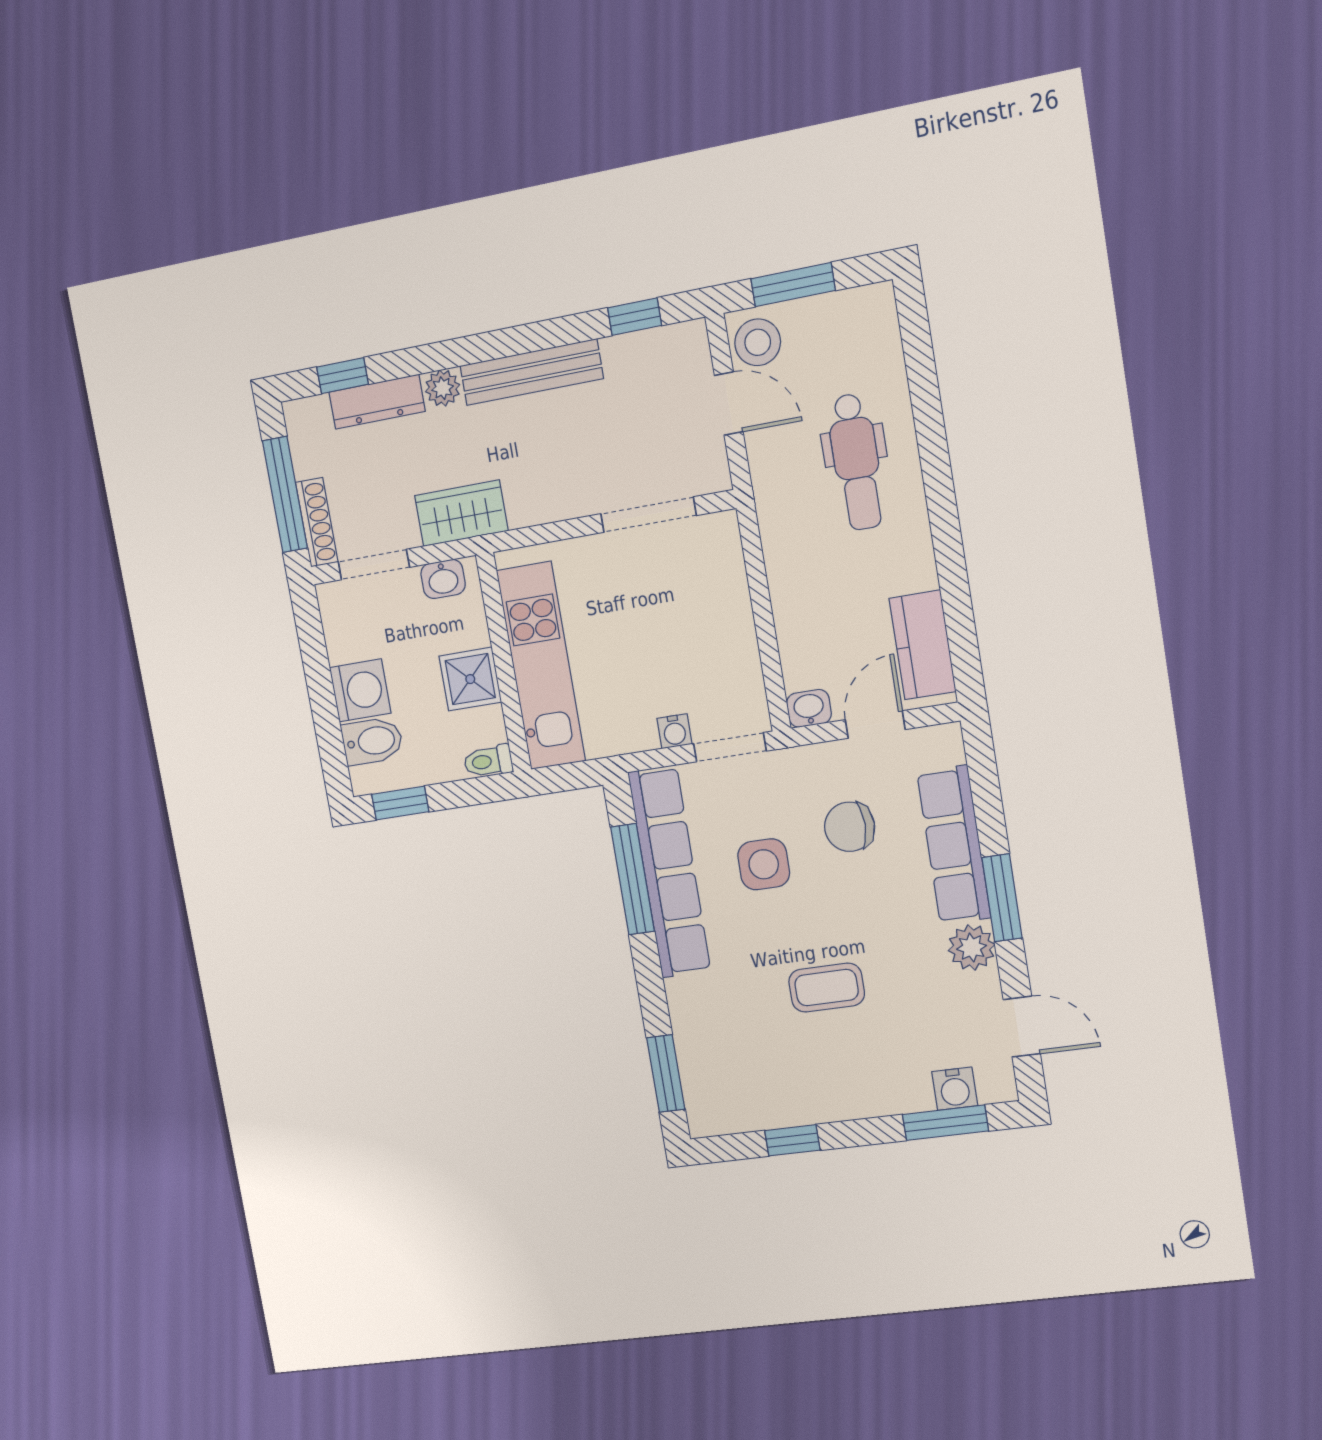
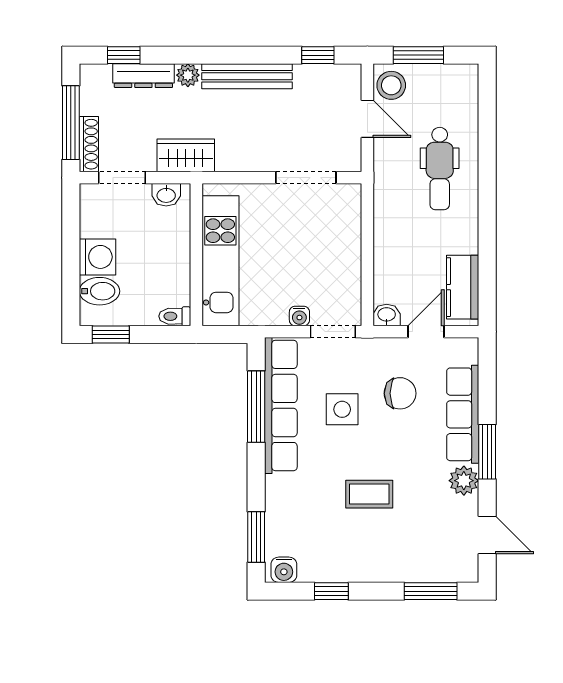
shower: (470, 679) -> (172, 262), removed
chair: (850, 827) -> (400, 393), turned 180
water cooler: (955, 1089) -> (284, 570), moved

